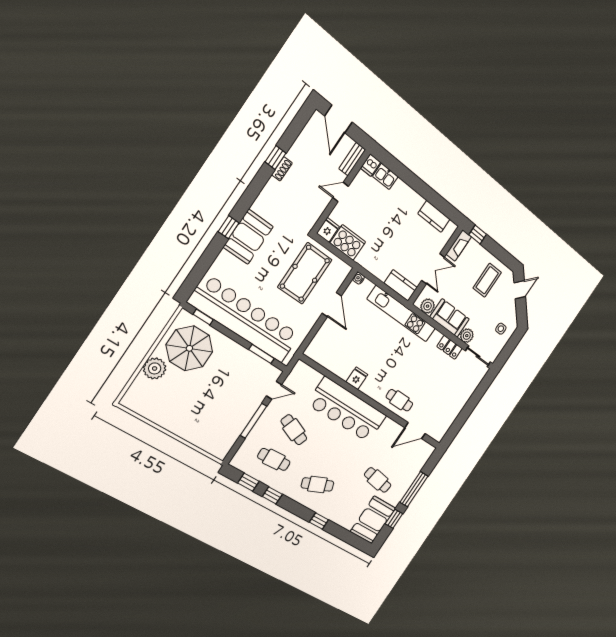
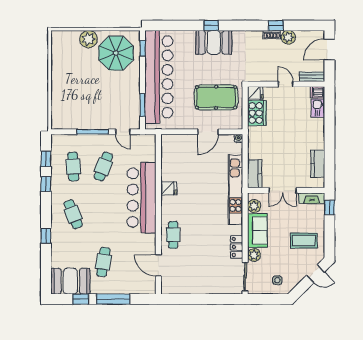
plant: (297, 153) -> (288, 37), added

